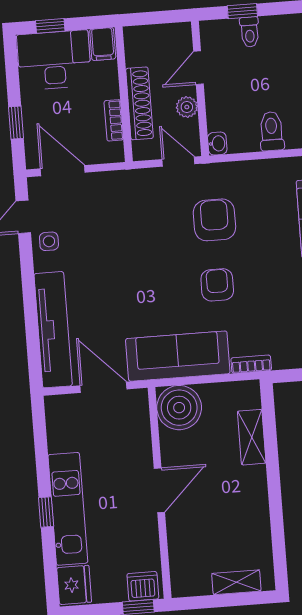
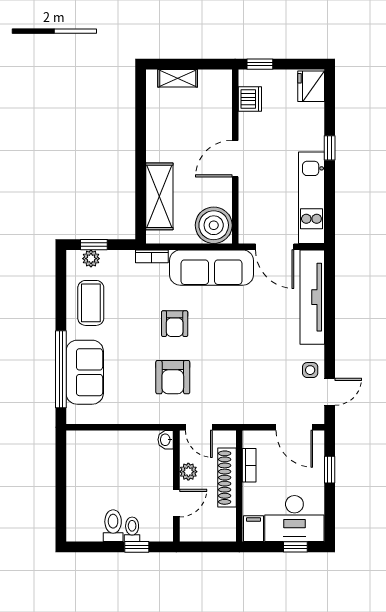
toilet: (272, 131) -> (113, 526), moved, turned 180
shelving: (252, 437) -> (159, 196), width x1.50, depth x1.33
kitchen unit: (68, 509) -> (311, 198), moved
dishwasher: (143, 586) -> (250, 99), moved, turned -90

